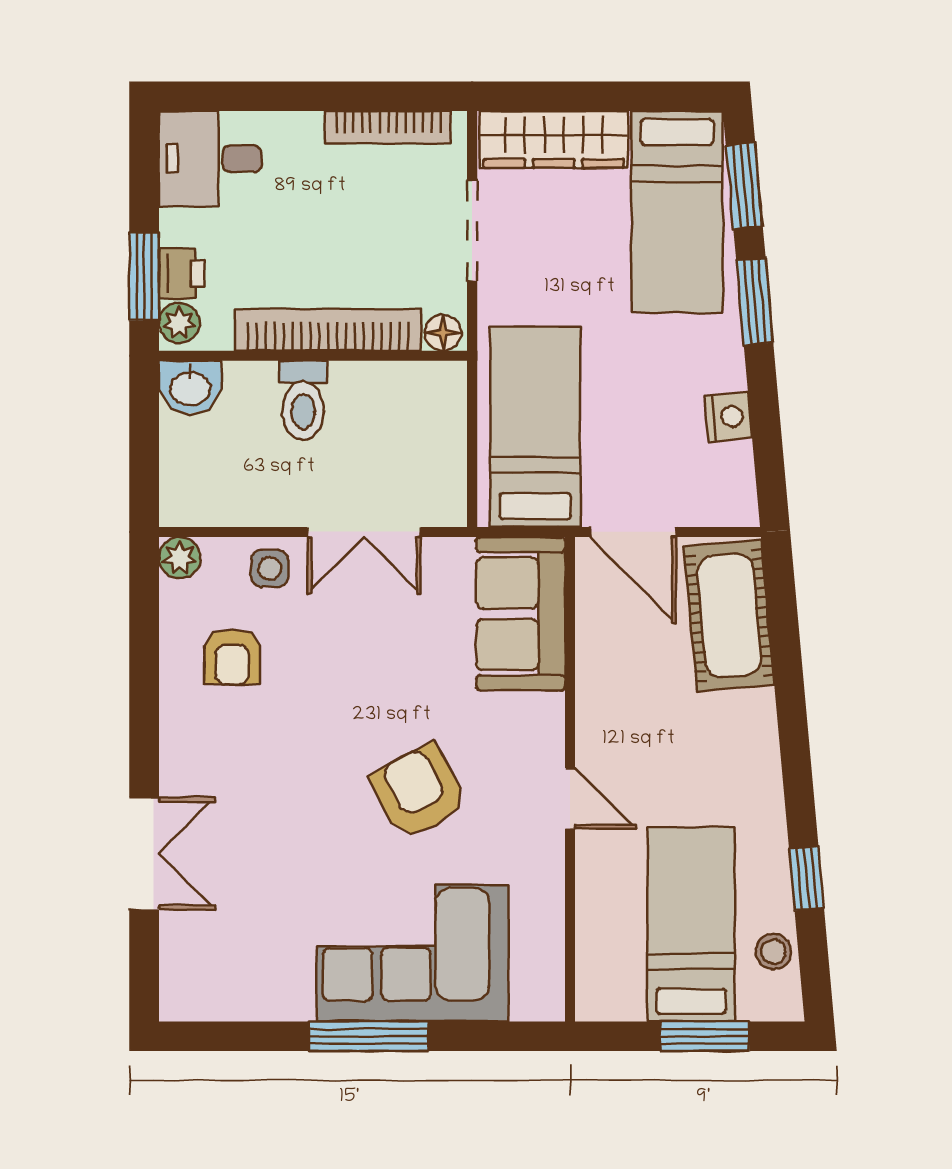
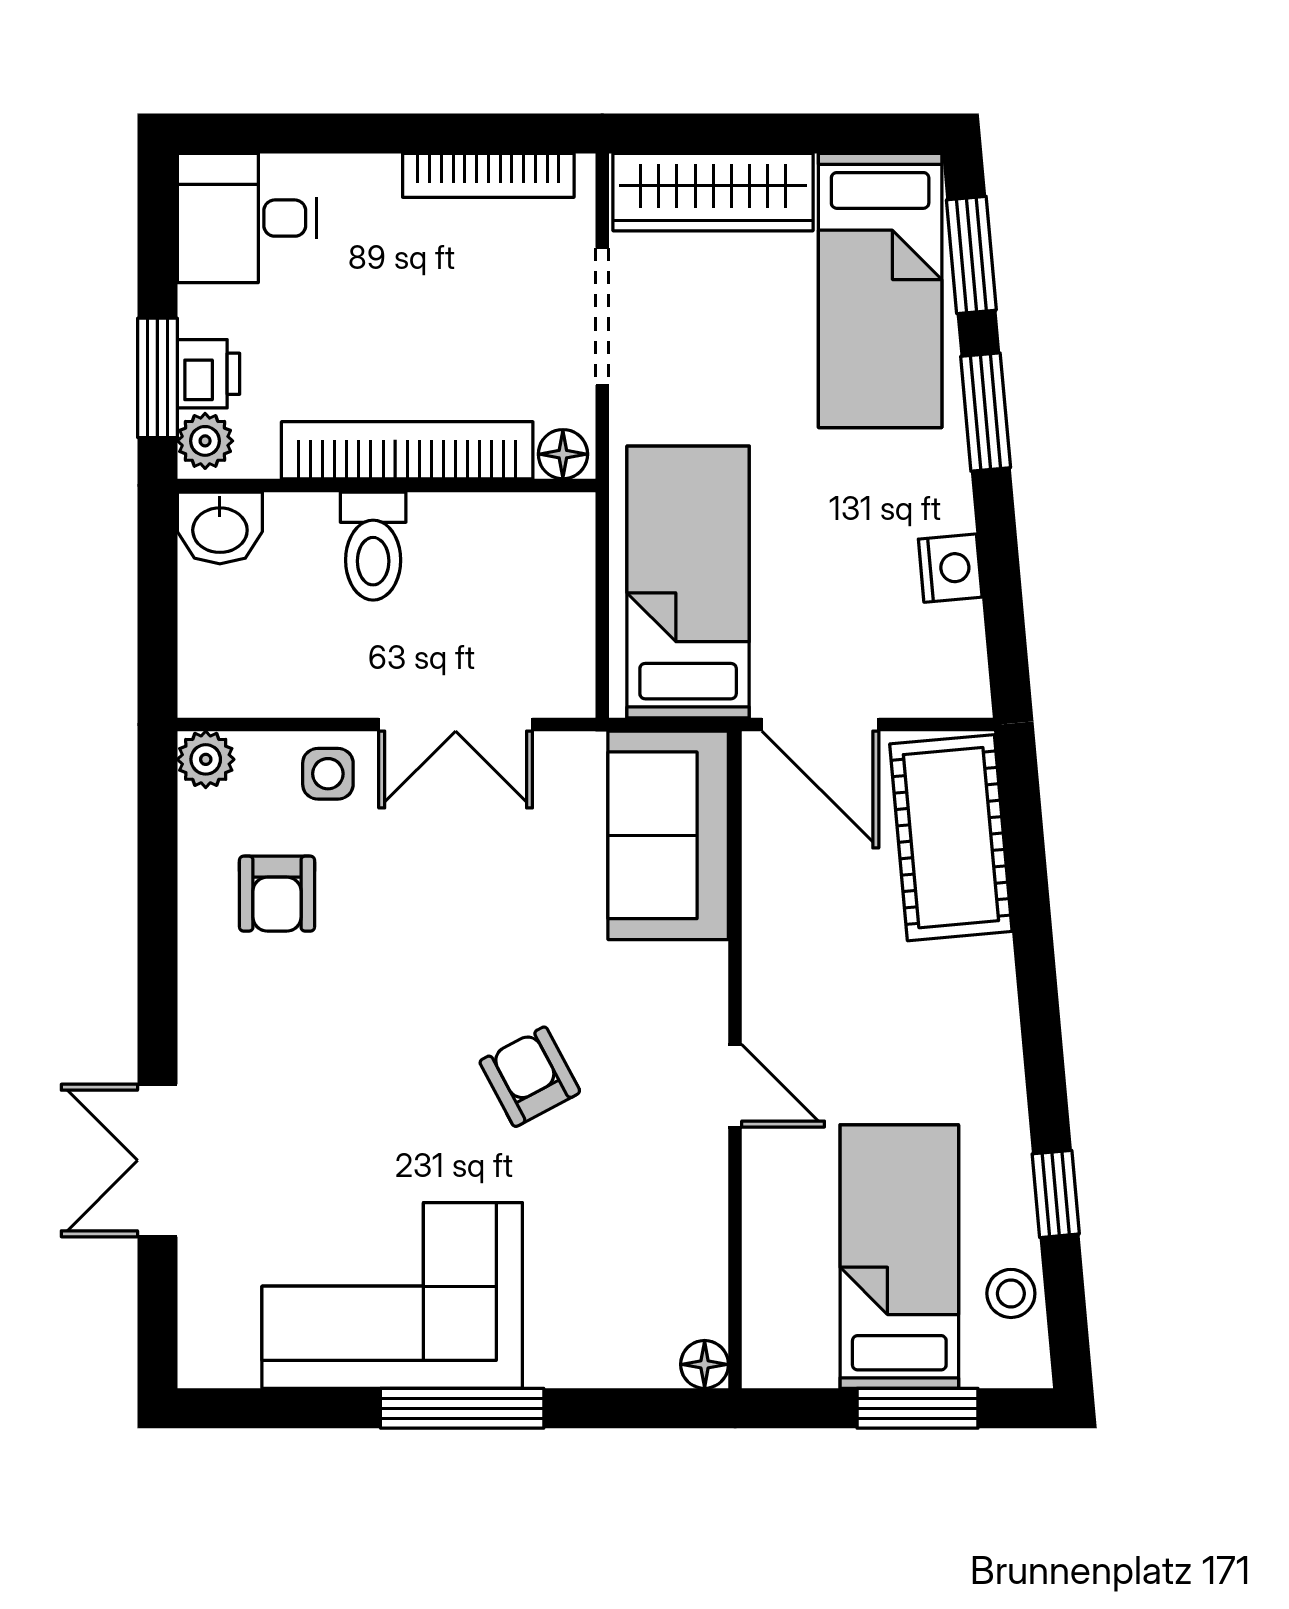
armchair: (419, 792) -> (530, 1077), width x0.72, depth x0.72
double door: (144, 854) -> (157, 1160), swing flipped
corner sofa: (412, 953) -> (392, 1295), moved
floor lamp: (547, 1004) -> (705, 1364), added

